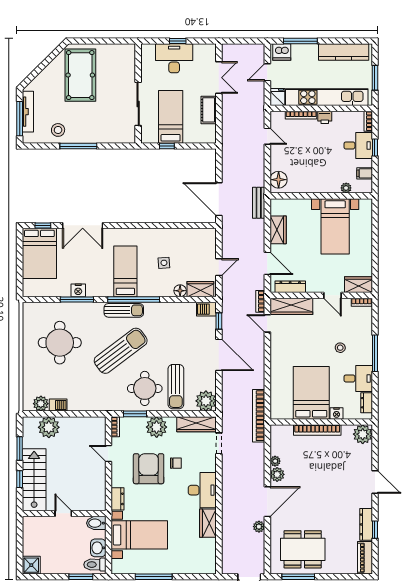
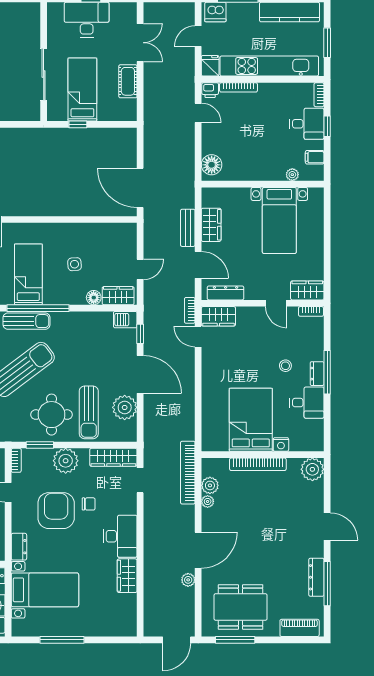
printer: (325, 117) -> (210, 90), moved
bench: (259, 203) -> (188, 228), moved
wardrobe: (291, 306) -> (218, 316), width x0.67
plant: (206, 401) -> (125, 407), moved
dresser: (367, 403) -> (317, 374), moved
bookcase: (259, 416) -> (188, 473), moved
plant: (277, 474) -> (210, 485), moved
window: (375, 530) -> (327, 584), width x2.17
piano: (365, 558) -> (300, 628), moved, turned 90

